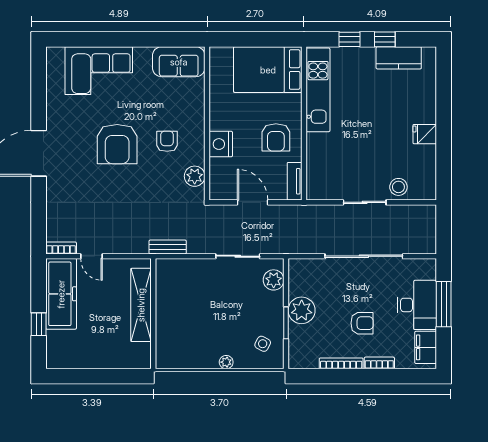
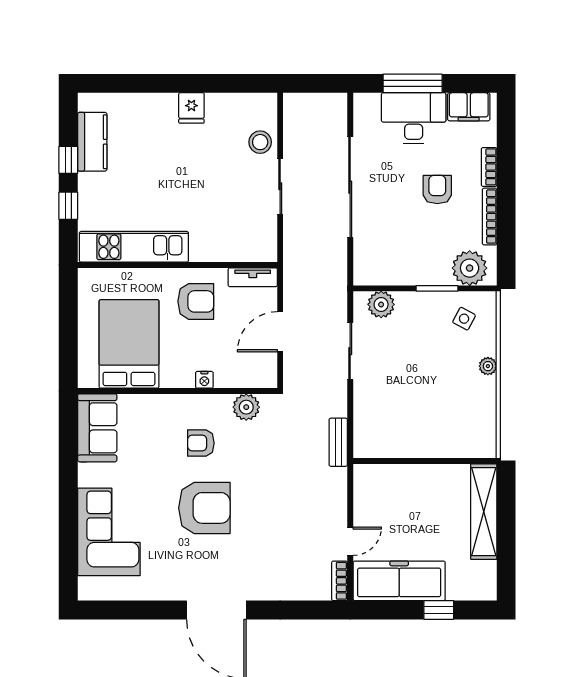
bed: (268, 70) -> (129, 344), moved, turned 180
nightstand: (221, 144) -> (204, 380), width x0.53, depth x0.56
shelving: (141, 305) -> (484, 512), moved, turned 90
plant: (302, 310) -> (470, 268), moved

